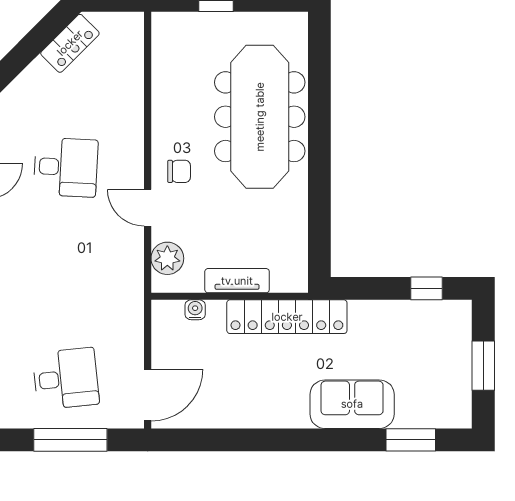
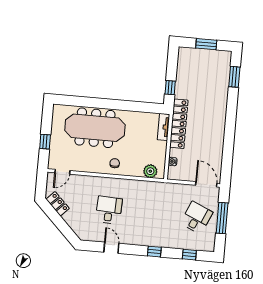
door: (148, 208) -> (62, 172), moved
tv unit: (237, 281) -> (164, 127), moved
window: (426, 288) -> (170, 88), moved
desk: (66, 379) -> (197, 218), turned 30
sofa: (352, 404) -> (218, 100), removed

